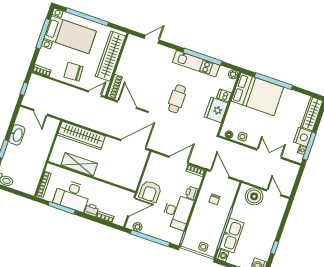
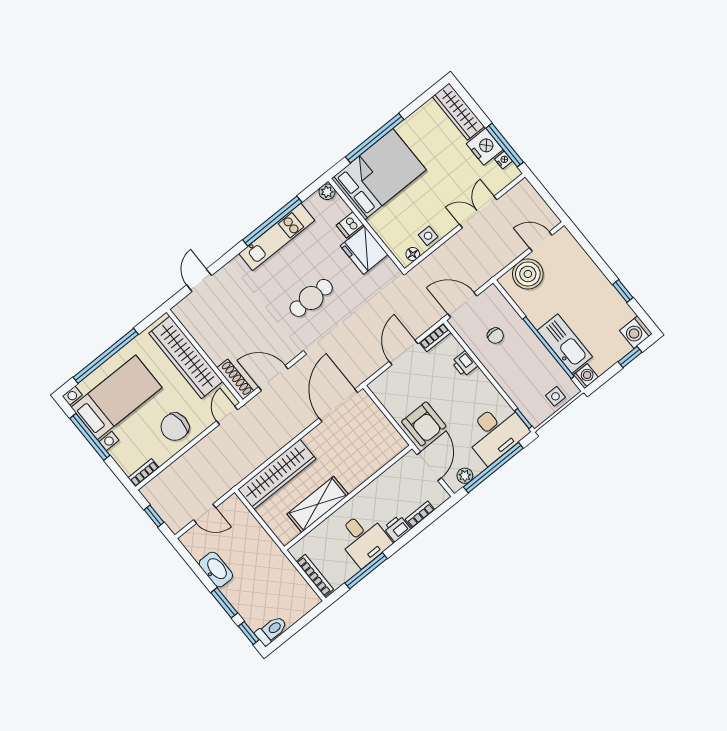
cafe table: (177, 99) -> (311, 298), turned 90
desk: (72, 195) -> (363, 539), width x0.73
desk: (177, 212) -> (496, 432), moved, turned 90

